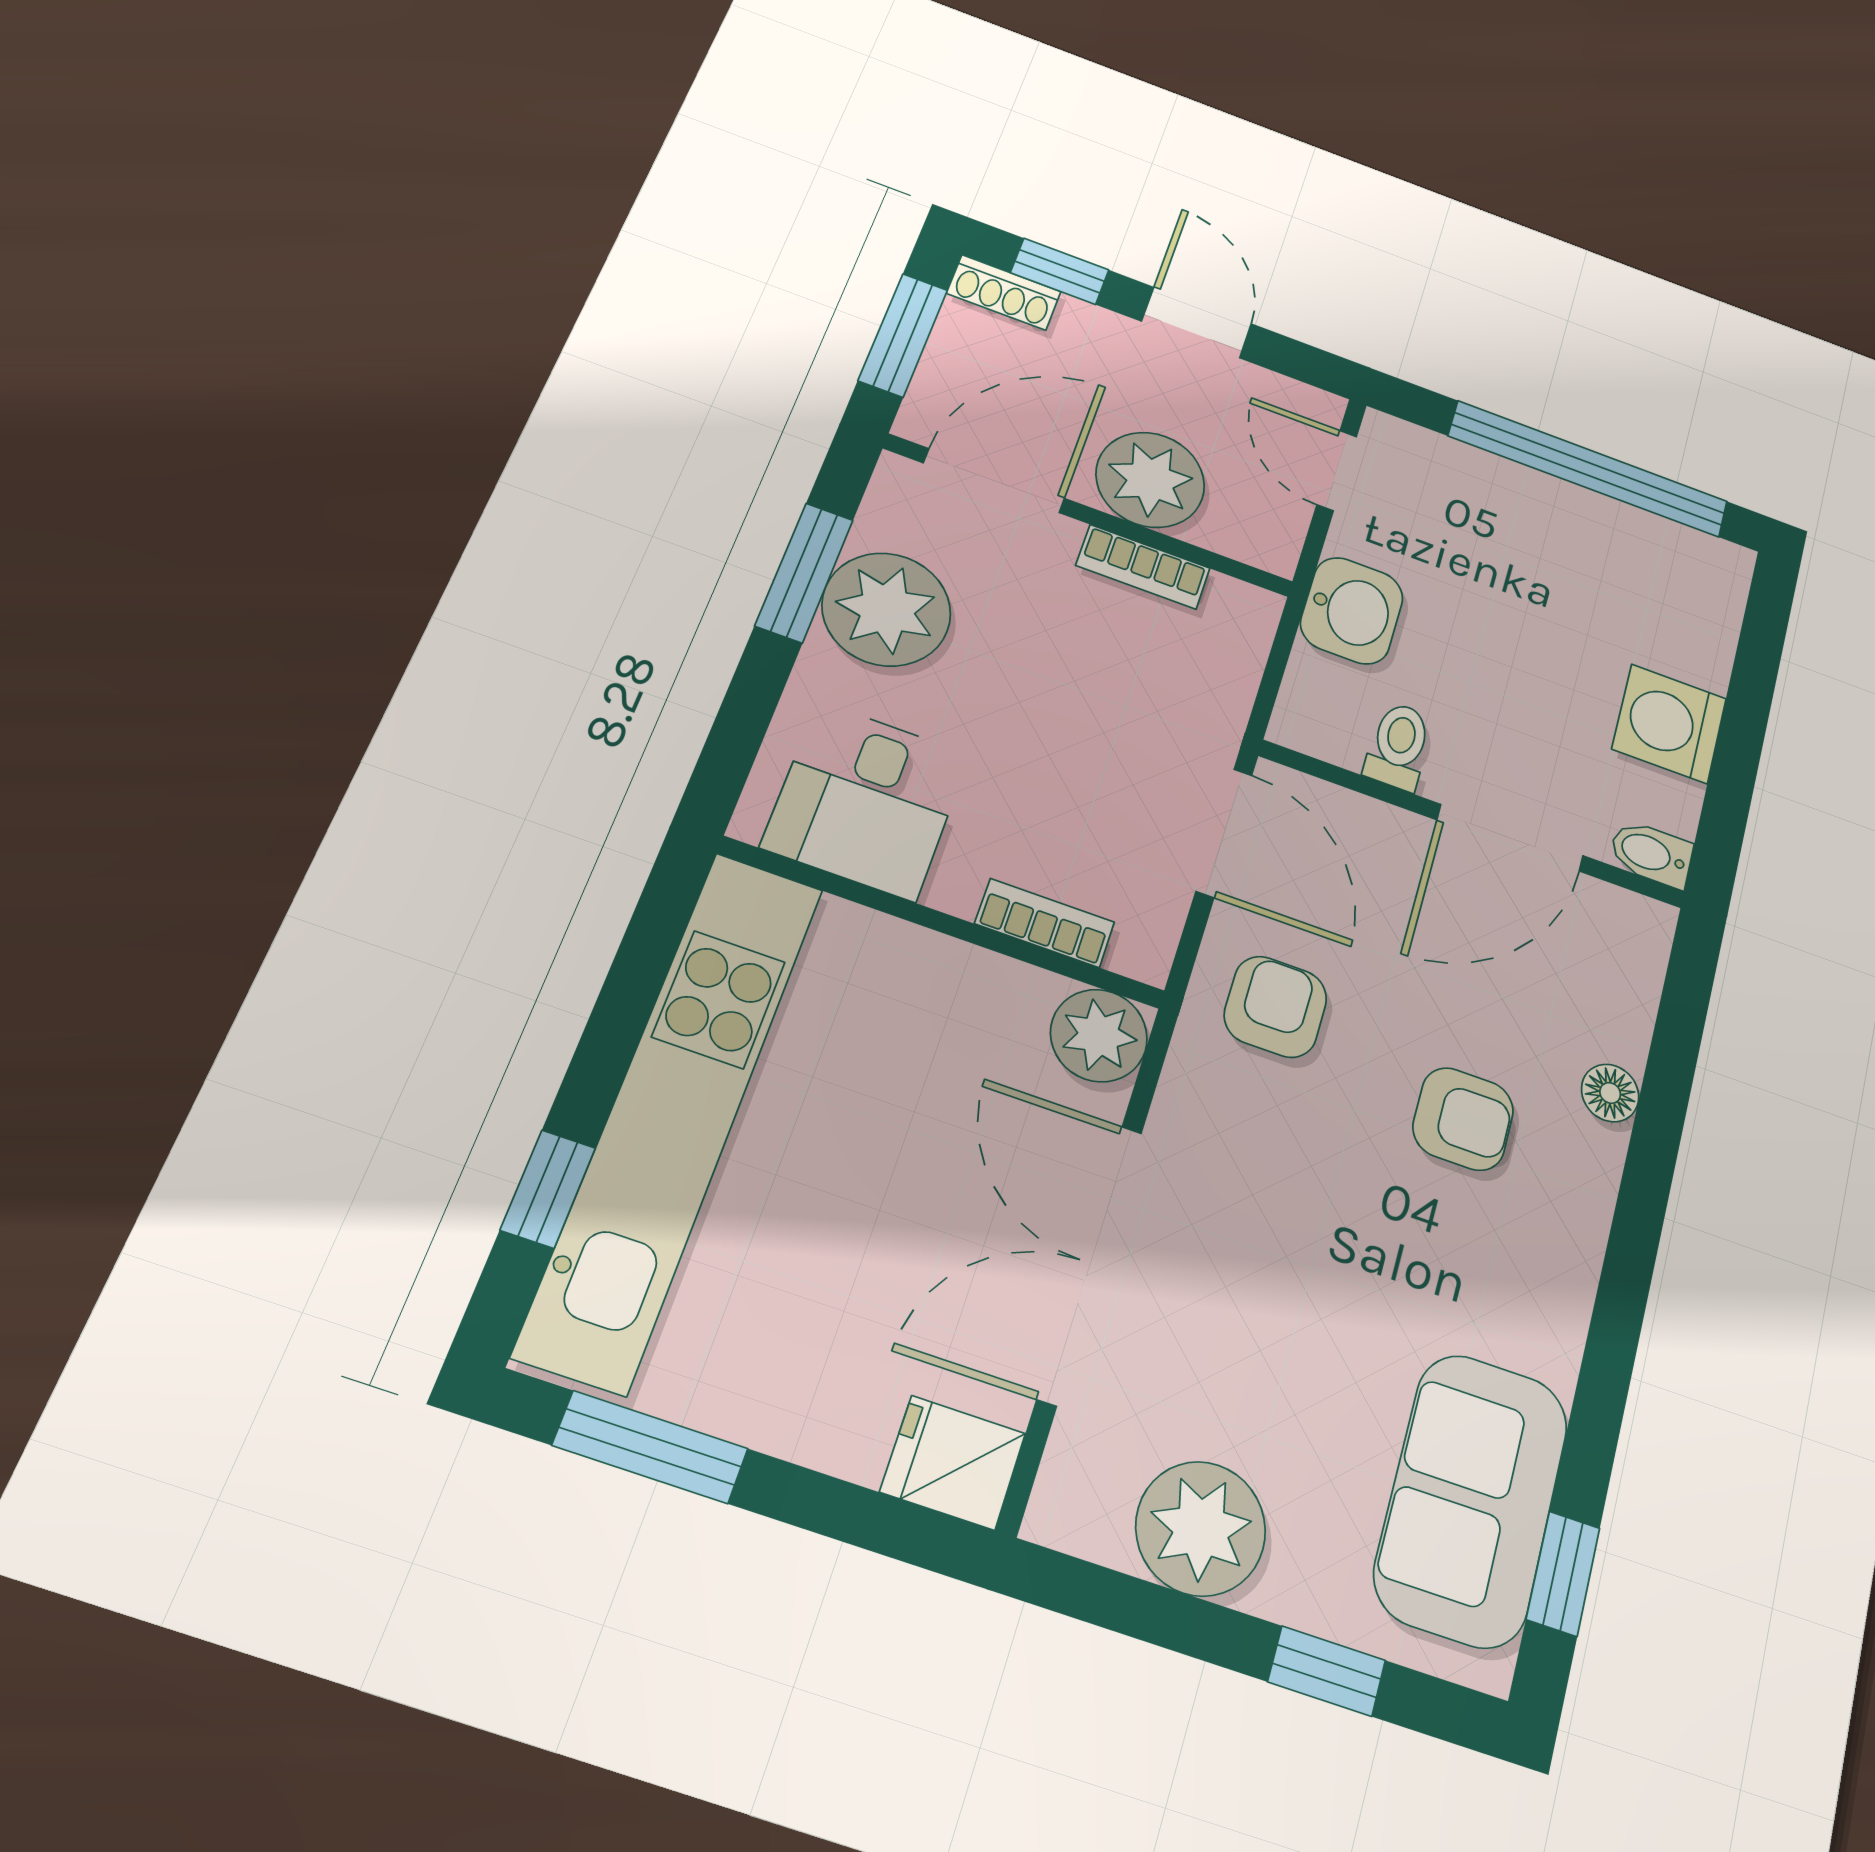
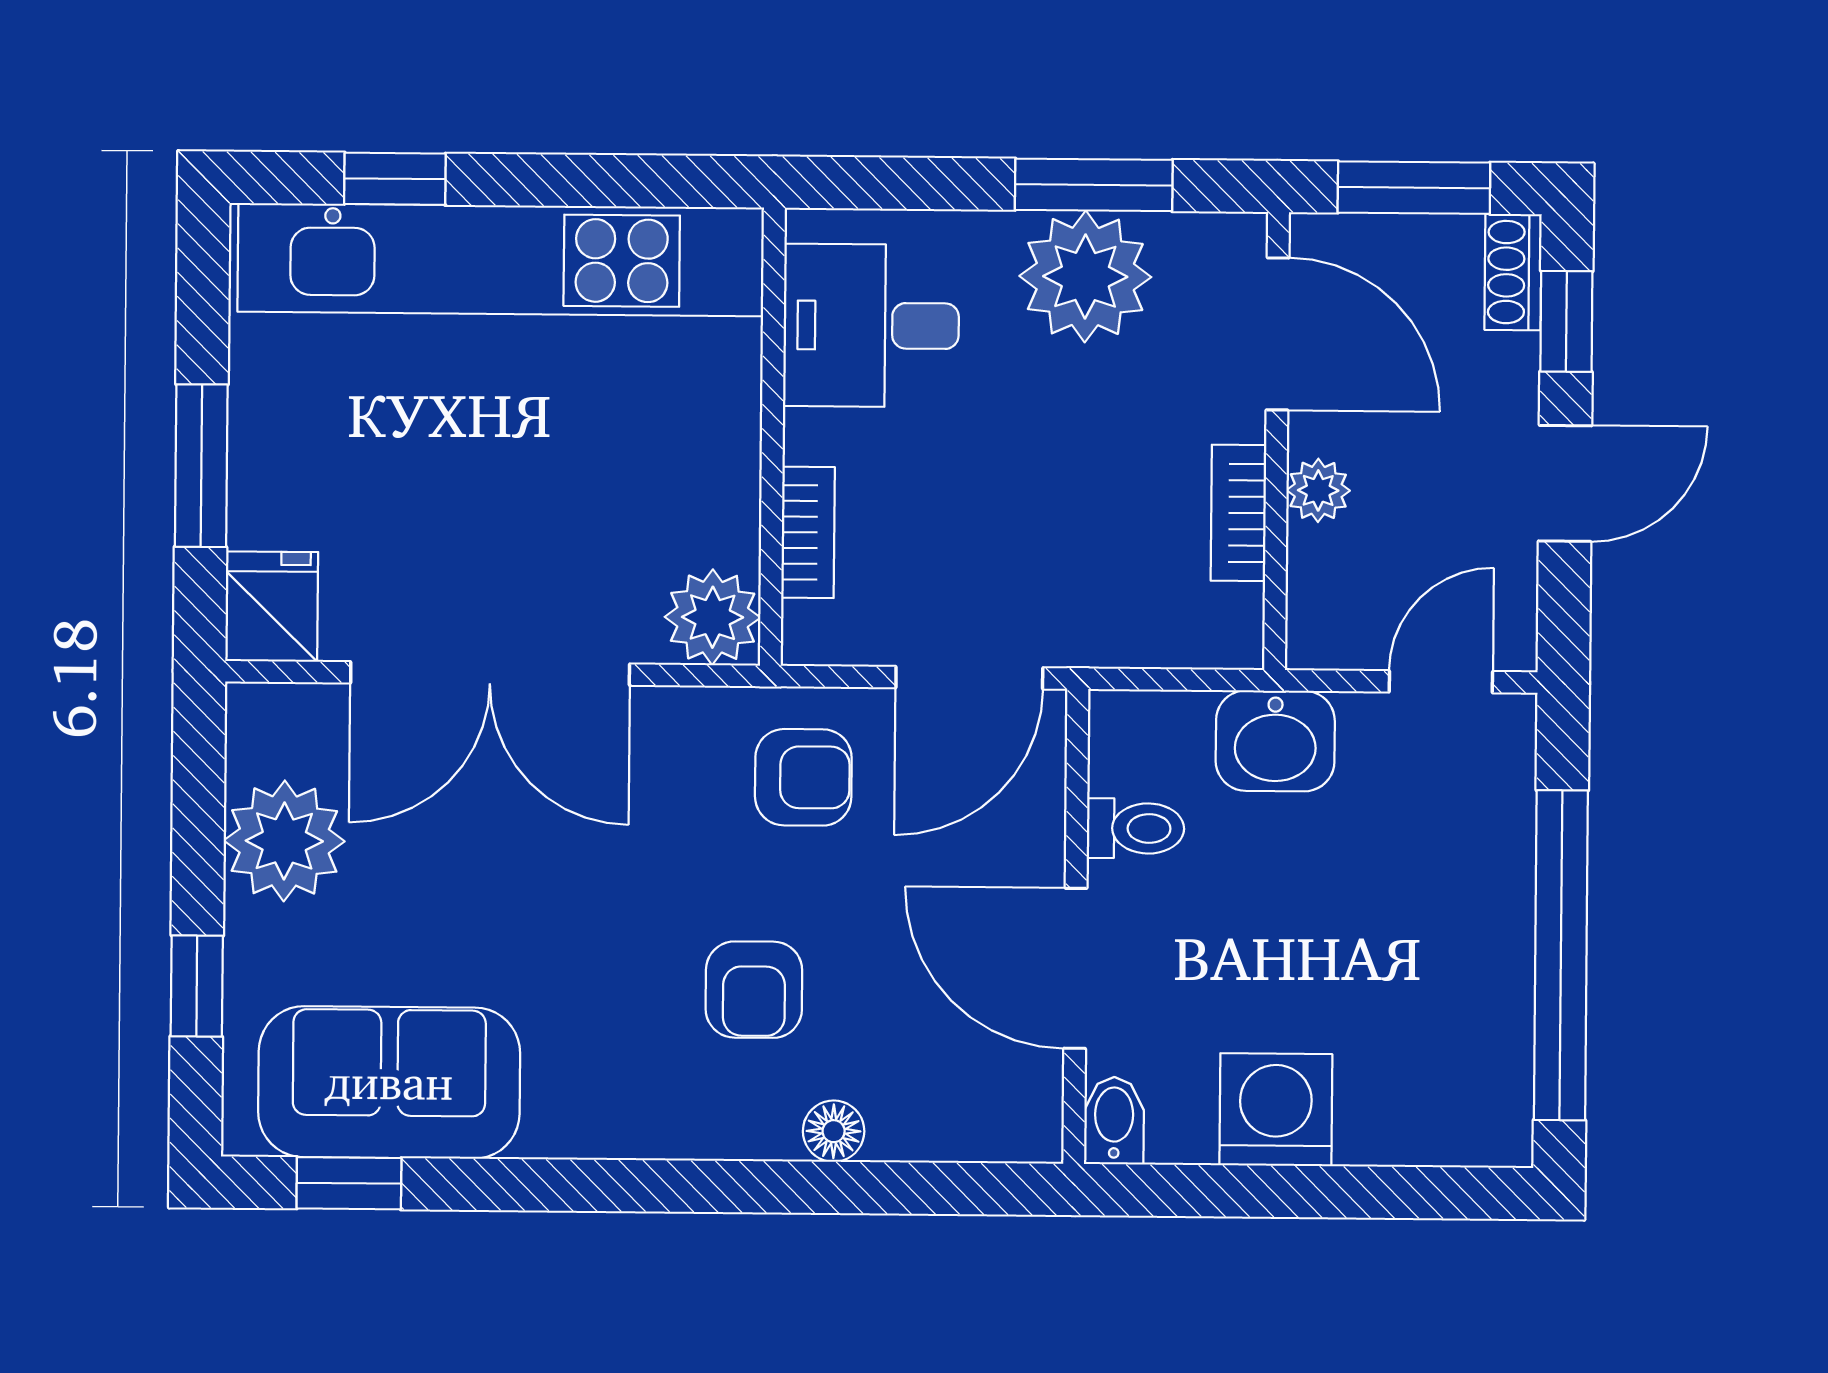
plant: (1150, 480) -> (1318, 490), width x0.53, depth x0.53
double door: (1090, 1263) -> (490, 673), swing flipped
window: (650, 1447) -> (201, 466), moved

